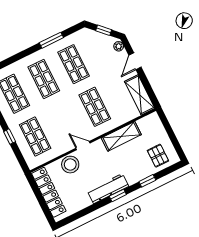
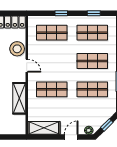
door: (135, 61) -> (71, 137), hinge flipped
door: (83, 146) -> (27, 66), hinge flipped

